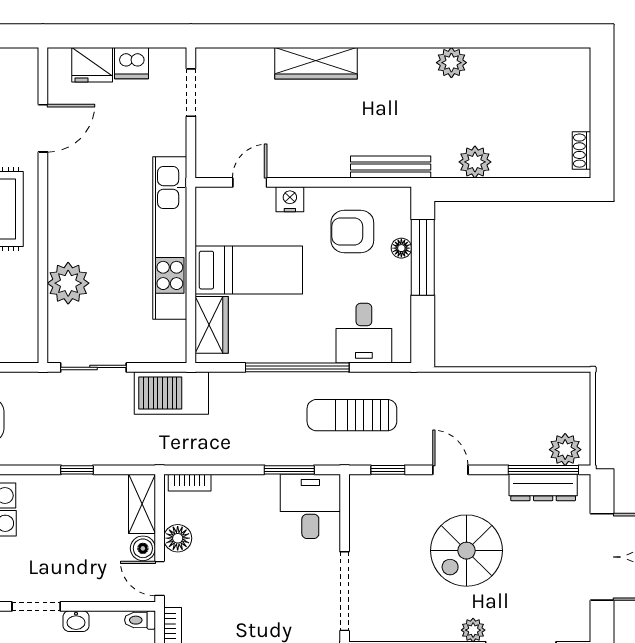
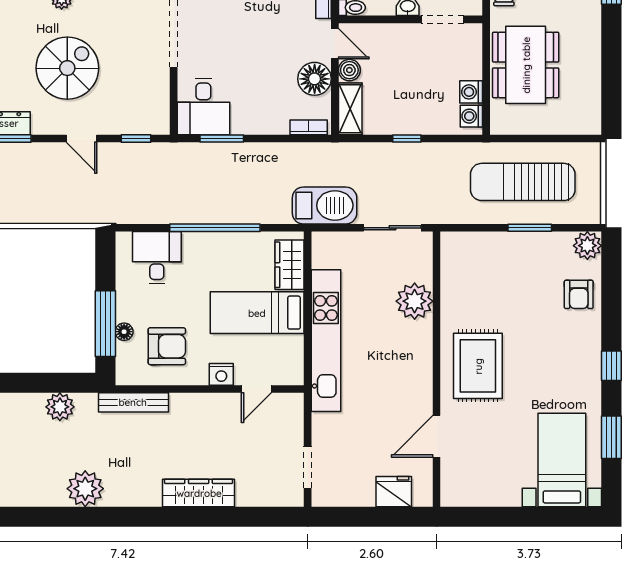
dishwasher: (131, 63) -> (359, 493), removed
plant: (451, 63) -> (85, 489), width x1.36, depth x1.36
sun lounger: (352, 415) -> (167, 186), removed
floor lamp: (178, 538) -> (315, 79), width x1.38, depth x1.38

